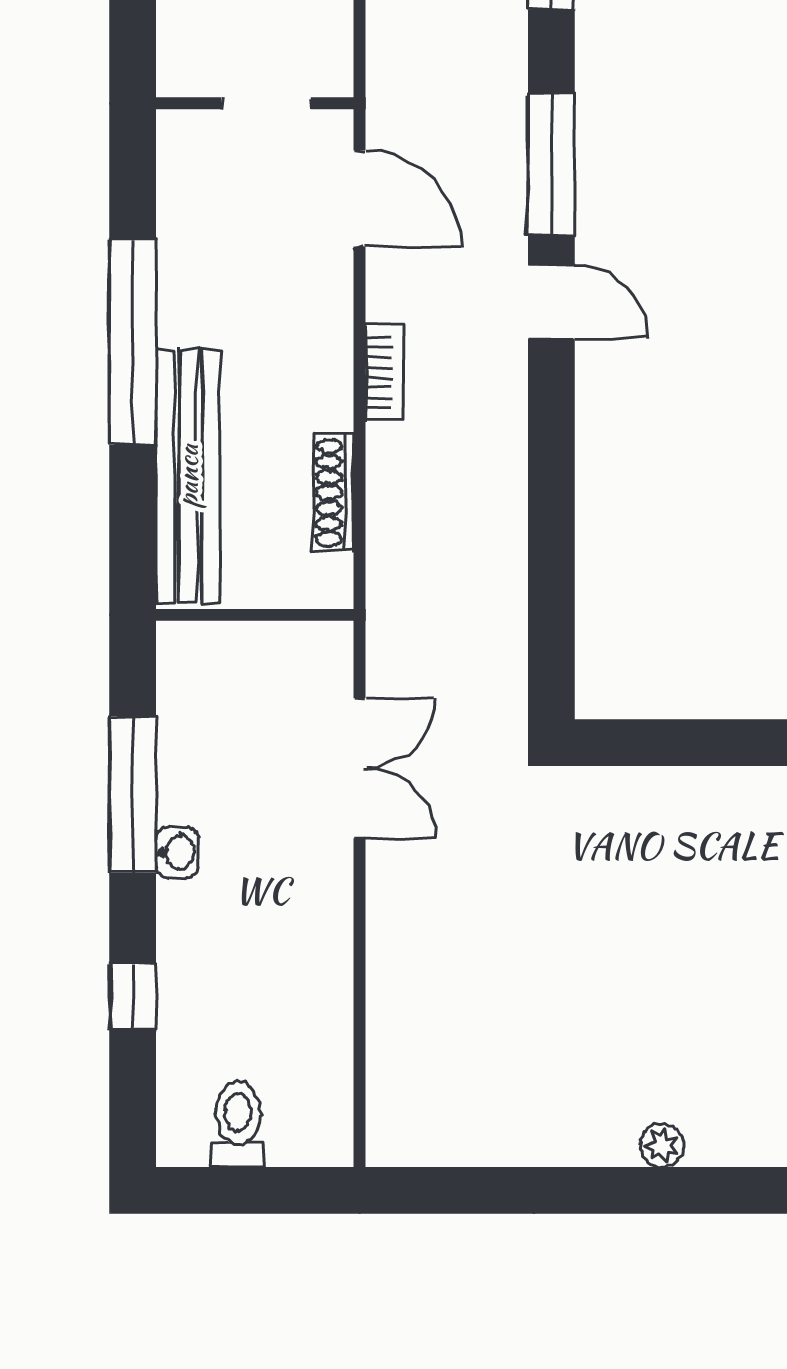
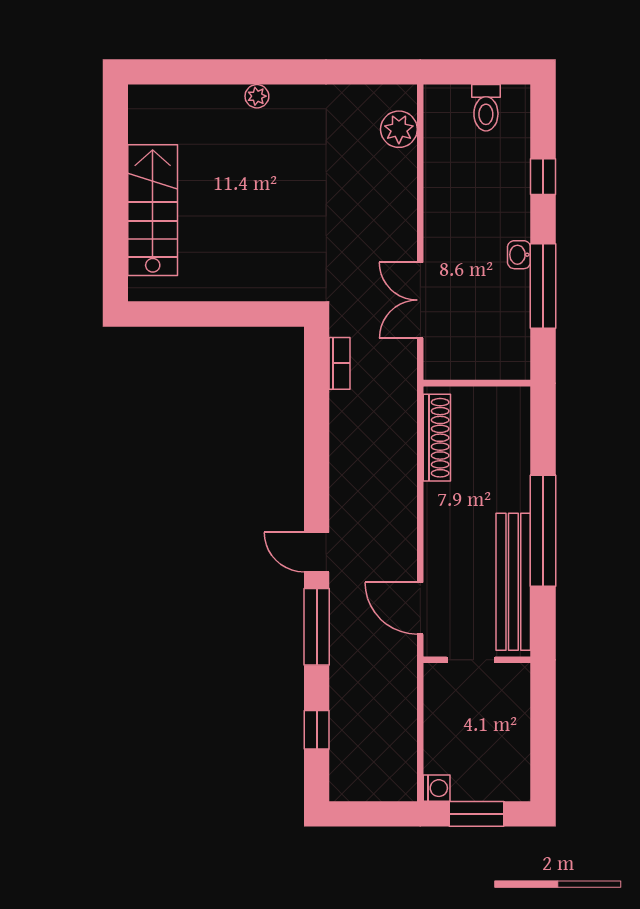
bookcase: (385, 372) -> (340, 363), moved, turned 180
bench: (188, 476) -> (513, 582), moved
shoe rack: (334, 493) -> (437, 438), width x1.36, depth x1.24
plant: (399, 1084) -> (399, 129), added

